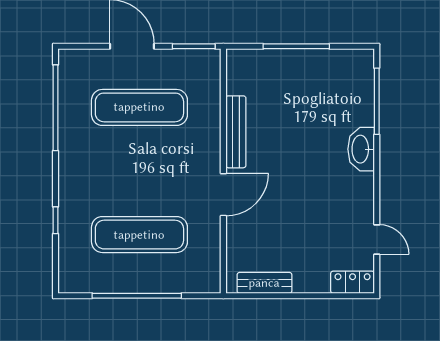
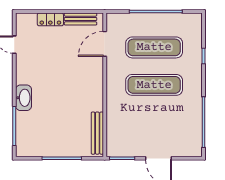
exercise mat: (139, 107) -> (154, 85), moved
bench: (236, 132) -> (97, 133), moved
door: (223, 195) -> (105, 44), moved
locker: (353, 282) -> (50, 19), moved

